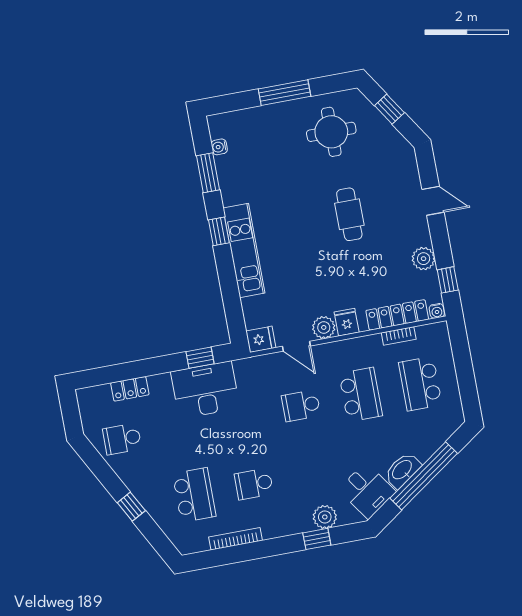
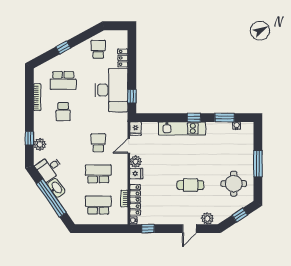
plant: (424, 259) -> (207, 218), moved
desk: (205, 390) -> (111, 90), width x1.36, depth x1.30
school desk: (361, 395) -> (98, 174), turned 180
school desk: (254, 484) -> (63, 112), turned 180

